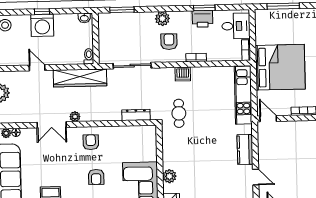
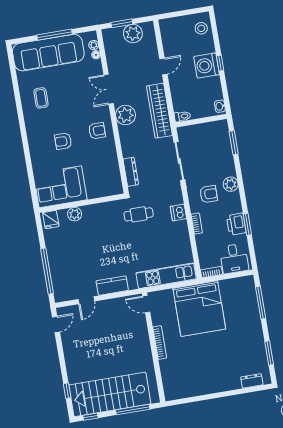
plant: (75, 117) -> (126, 115), width x1.88, depth x1.88
door: (268, 119) -> (146, 304), swing flipped

